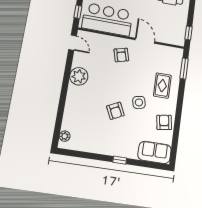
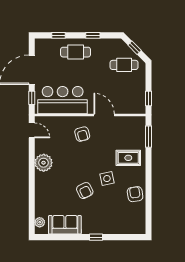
rug: (162, 86) -> (128, 158), turned 90
sofa: (155, 152) -> (65, 225), moved

